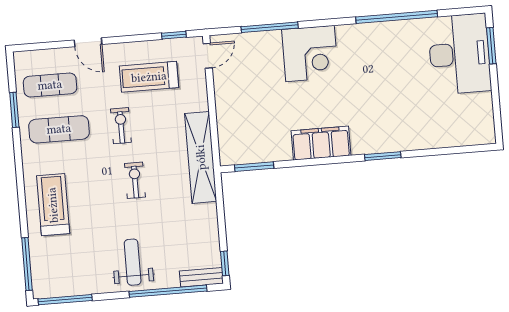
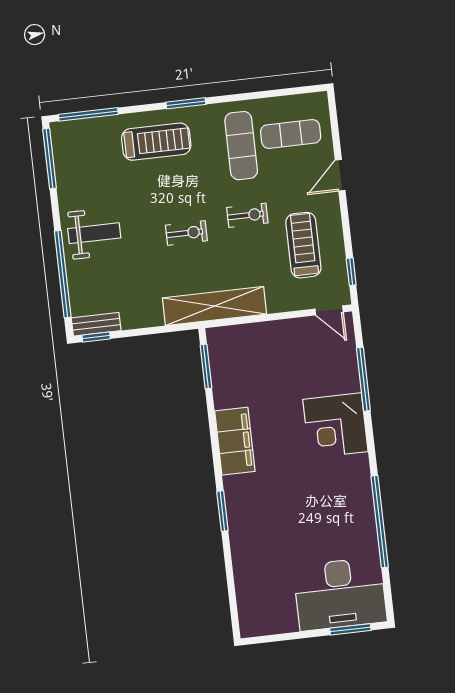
exercise mat: (50, 85) -> (291, 134), turned 90
window: (14, 110) -> (186, 103), moved
bench: (201, 277) -> (96, 324), moved, turned 90

